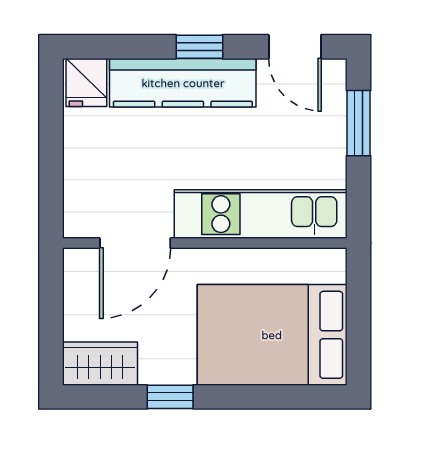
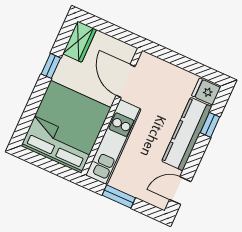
window: (199, 47) -> (210, 125), moved
window: (359, 123) -> (119, 197), moved
bed: (272, 335) -> (66, 127), width x1.36

